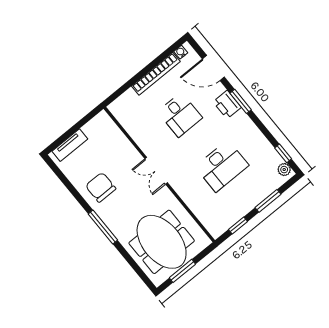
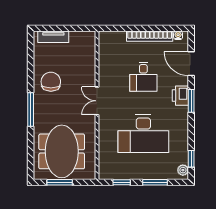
desk: (222, 166) -> (143, 134), width x1.36, depth x1.30

